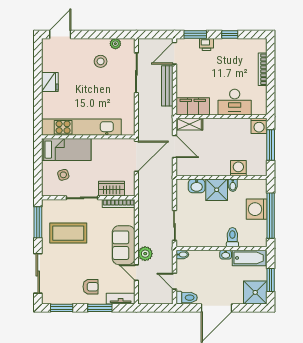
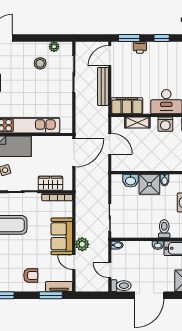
shelving: (189, 124) -> (137, 122), moved
washing machine: (238, 168) -> (165, 124), moved, turned 180
window: (100, 308) -> (51, 295), moved

